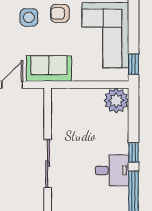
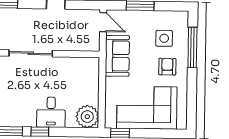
desk: (112, 170) -> (51, 112), moved

